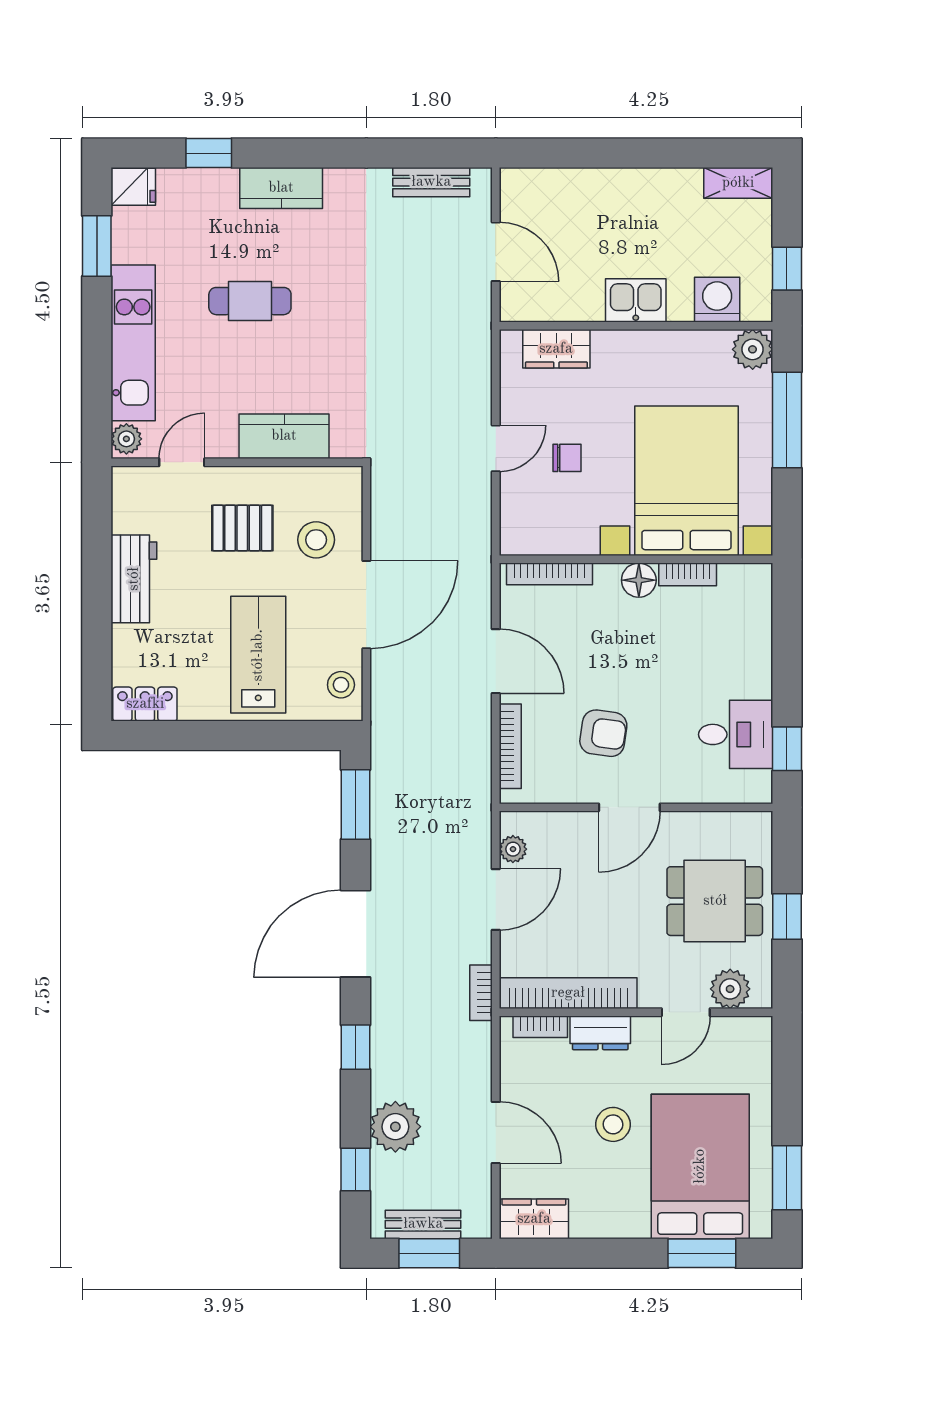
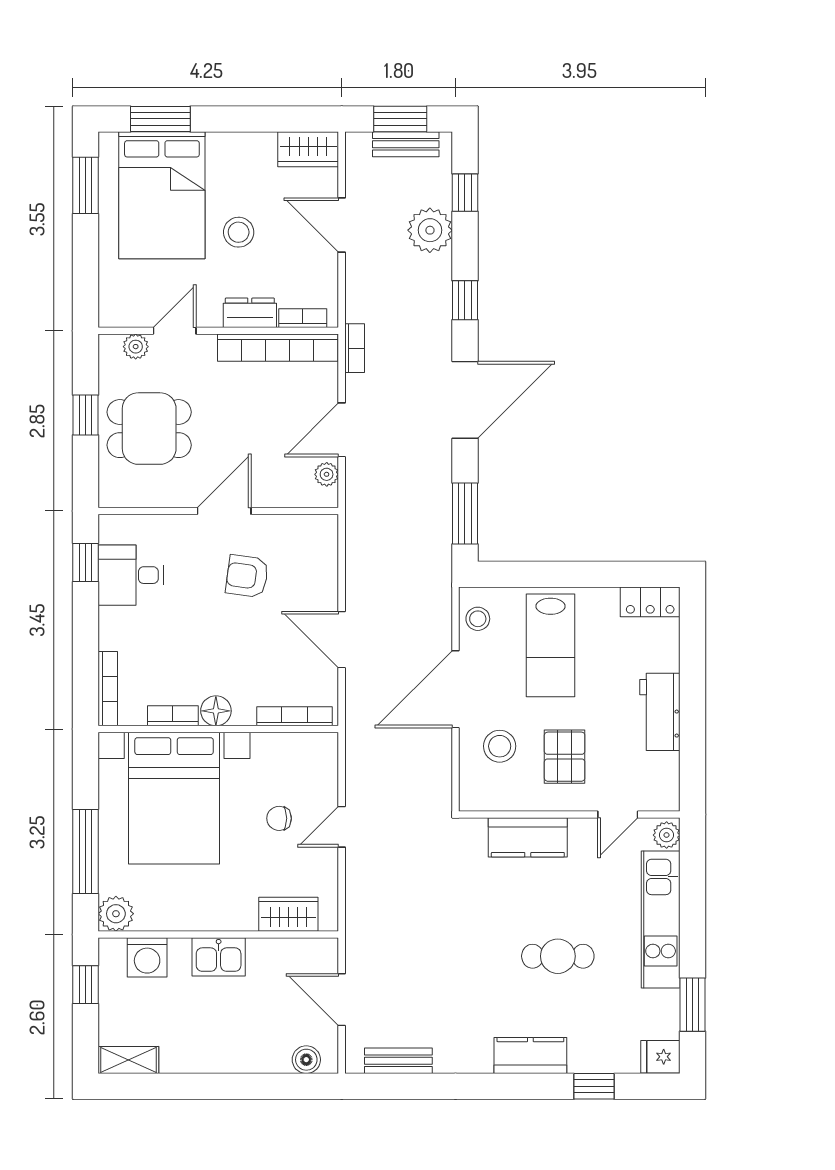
boiler: (536, 183) -> (306, 1060), added
pallet: (242, 528) -> (565, 757), turned 90
bookcase: (510, 746) -> (108, 689), moved, turned 180
plant: (730, 989) -> (136, 347), width x0.73, depth x0.73

